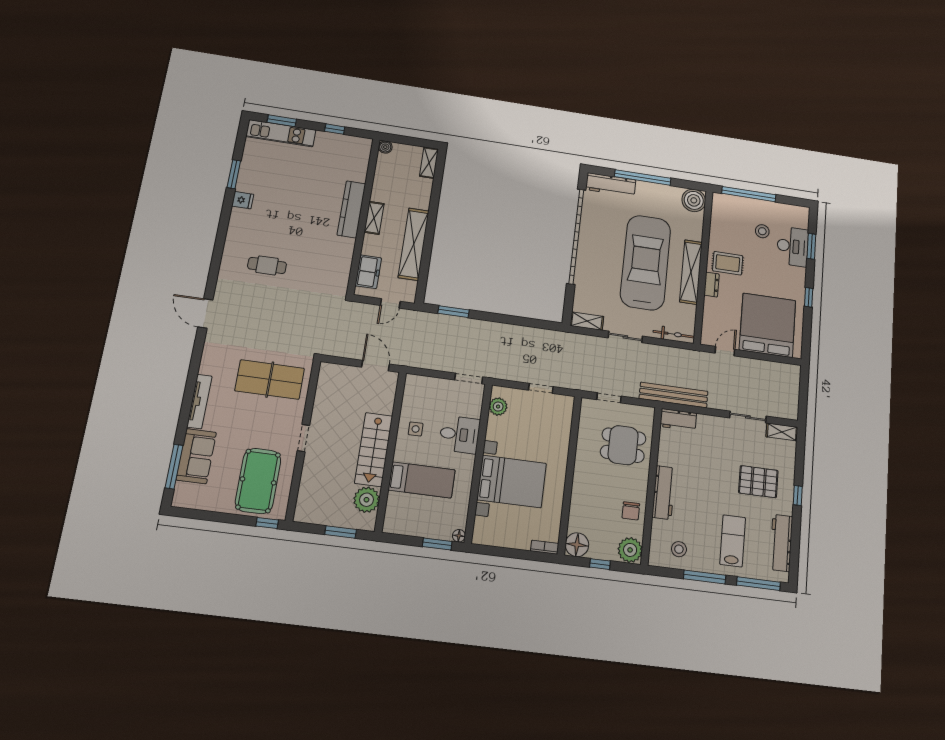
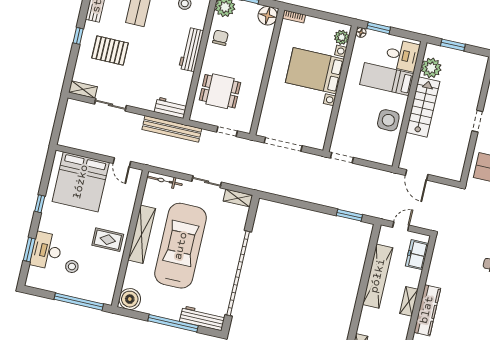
car: (646, 262) -> (181, 246), turned 180
dresser: (712, 285) -> (125, 222), removed
door: (725, 351) -> (122, 162), hinge flipped
doorway: (541, 388) -> (283, 144), width x1.88
plant: (498, 407) -> (342, 37), moved
side table: (416, 429) -> (388, 120), width x1.87, depth x1.87
desk: (460, 434) -> (402, 55), moved, turned 180

